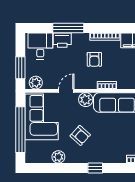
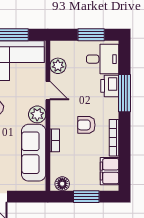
window: (20, 68) -> (91, 35), moved
plant: (36, 83) -> (58, 66), moved

